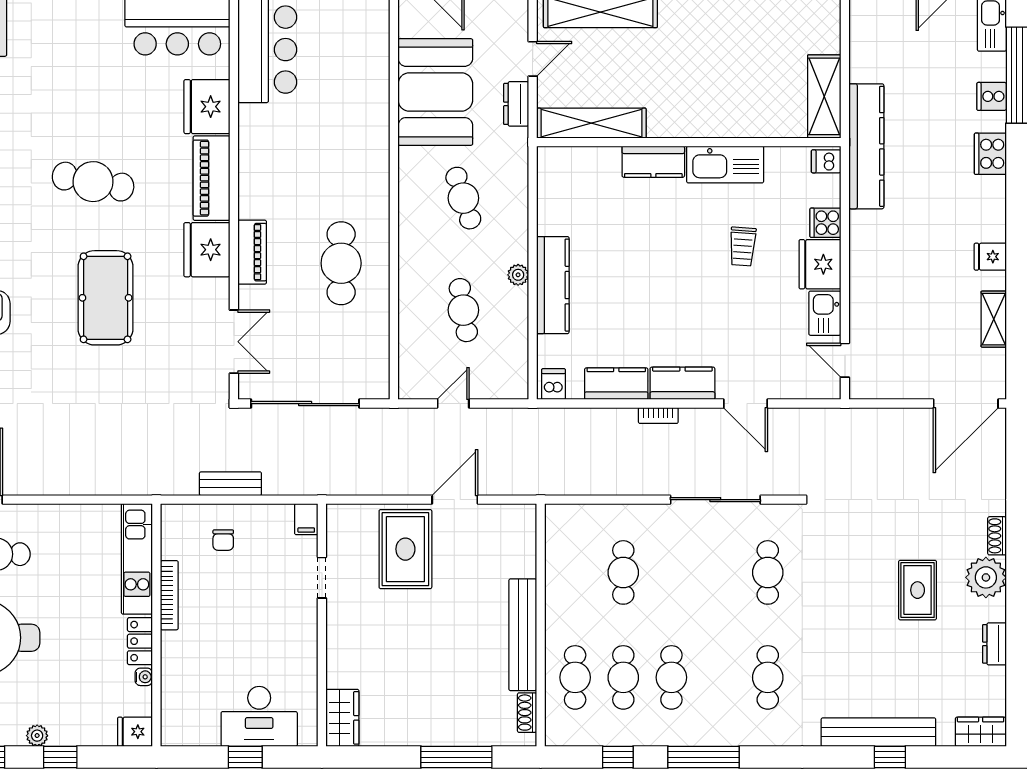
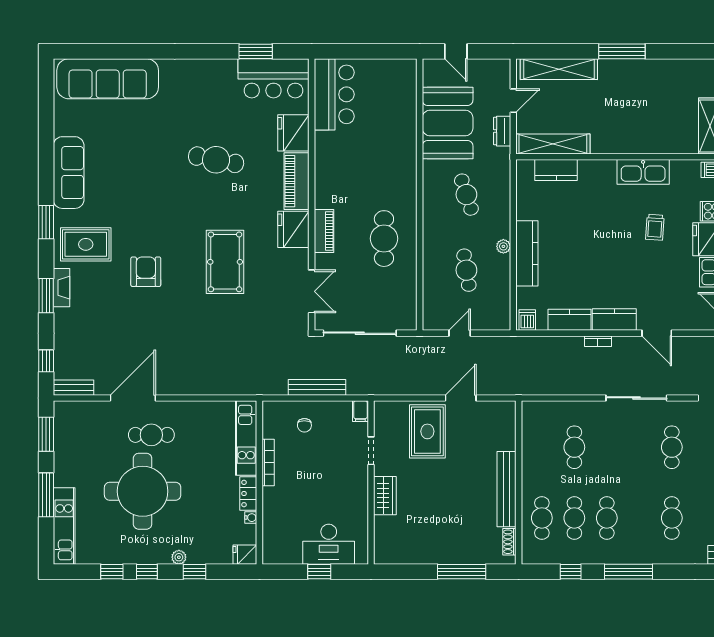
kitchen counter: (653, 162) -> (556, 170), moved
cafe table: (93, 182) -> (216, 160), moved
bench: (230, 484) -> (317, 387), width x1.36
wardrobe: (342, 718) -> (385, 496), moved

